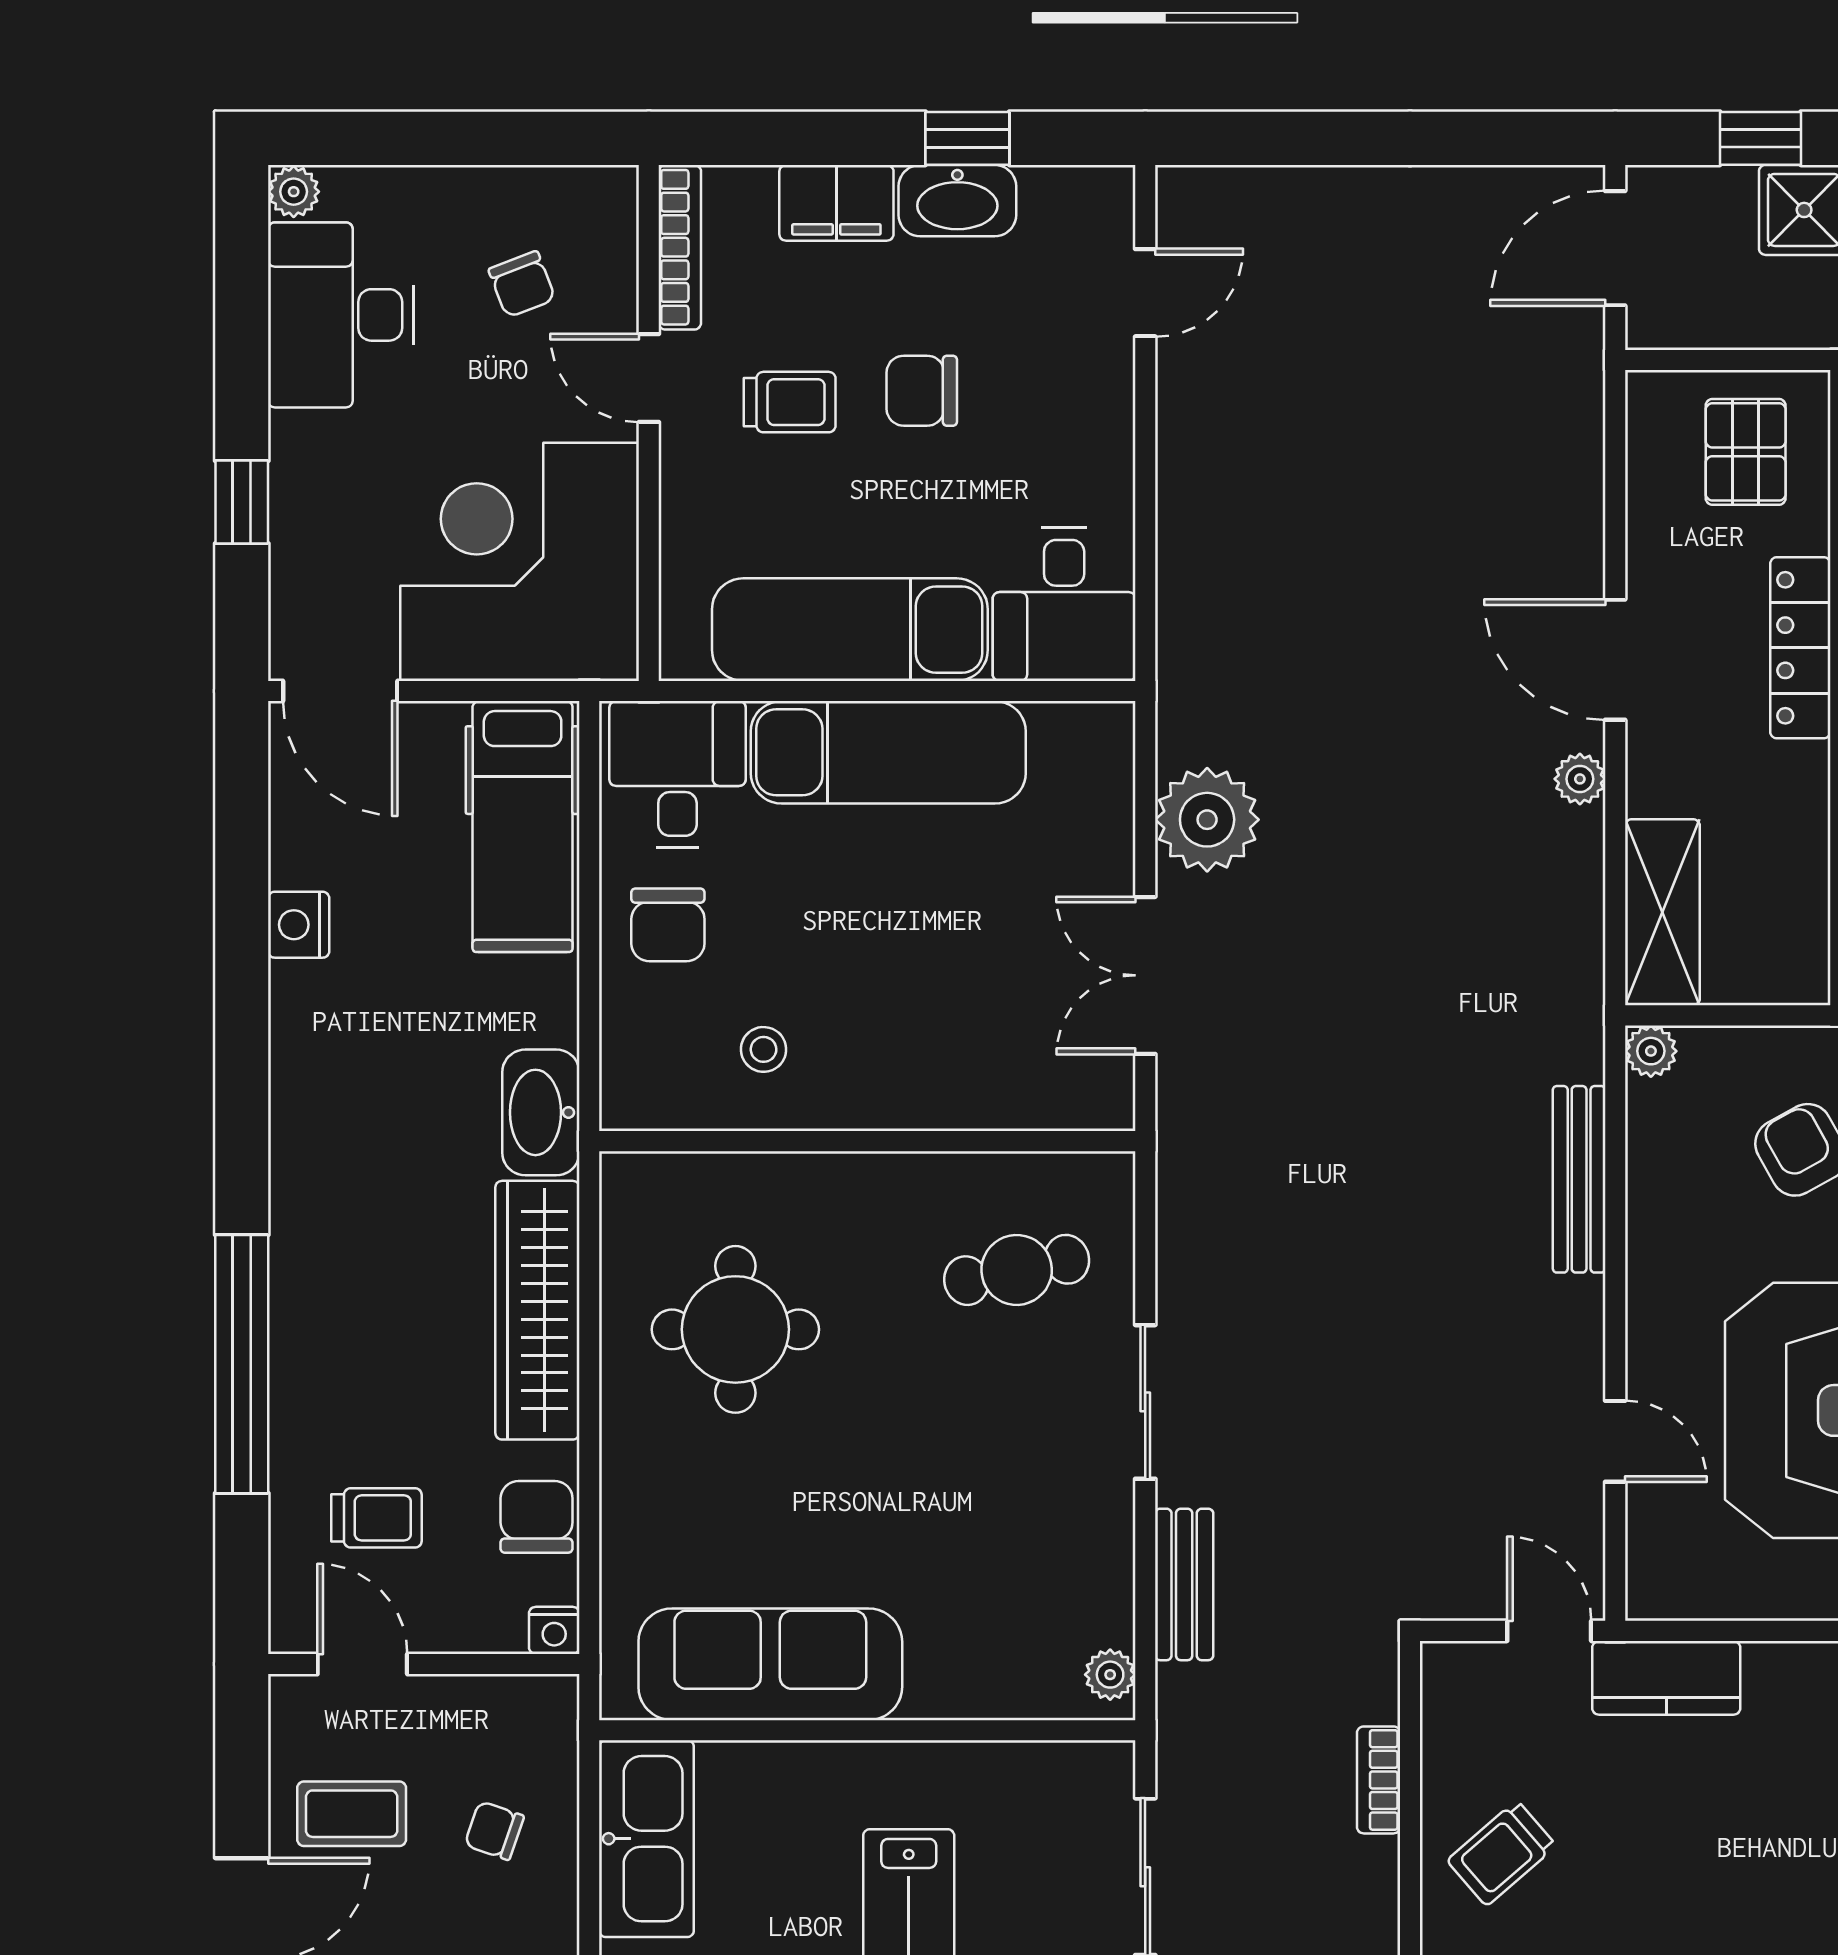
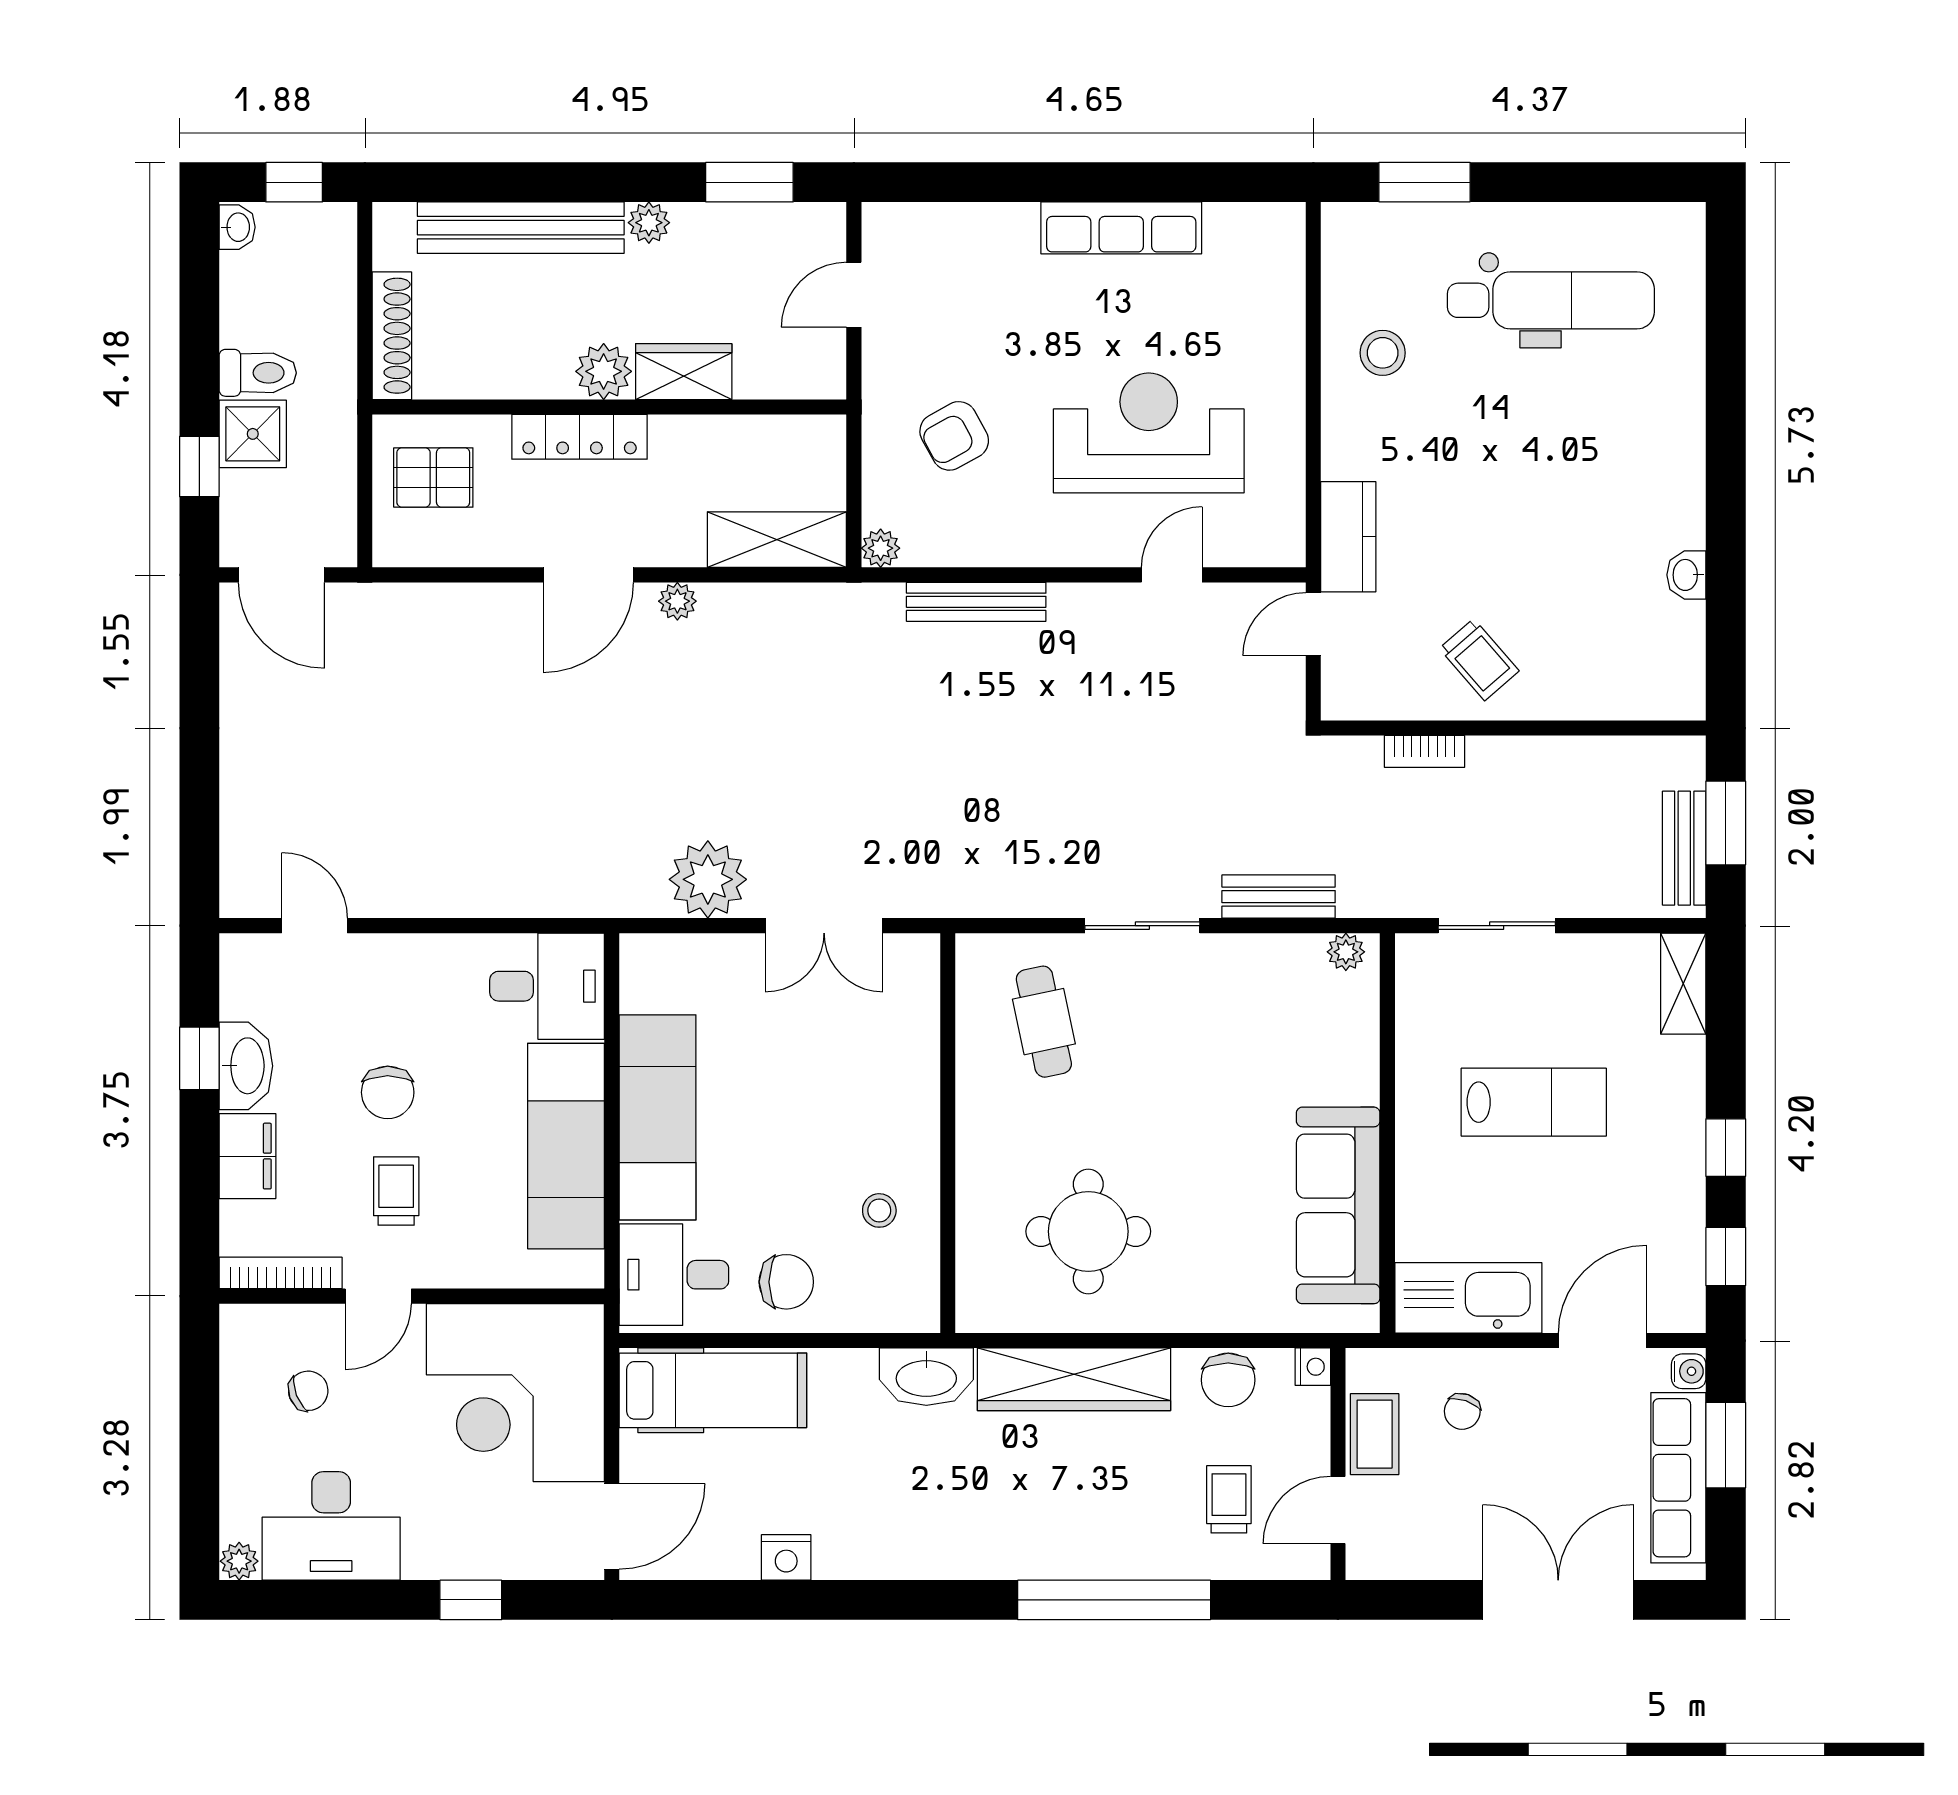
chair: (537, 1517) -> (1228, 1380), turned -90
coffee table: (352, 1814) -> (1375, 1434), moved

